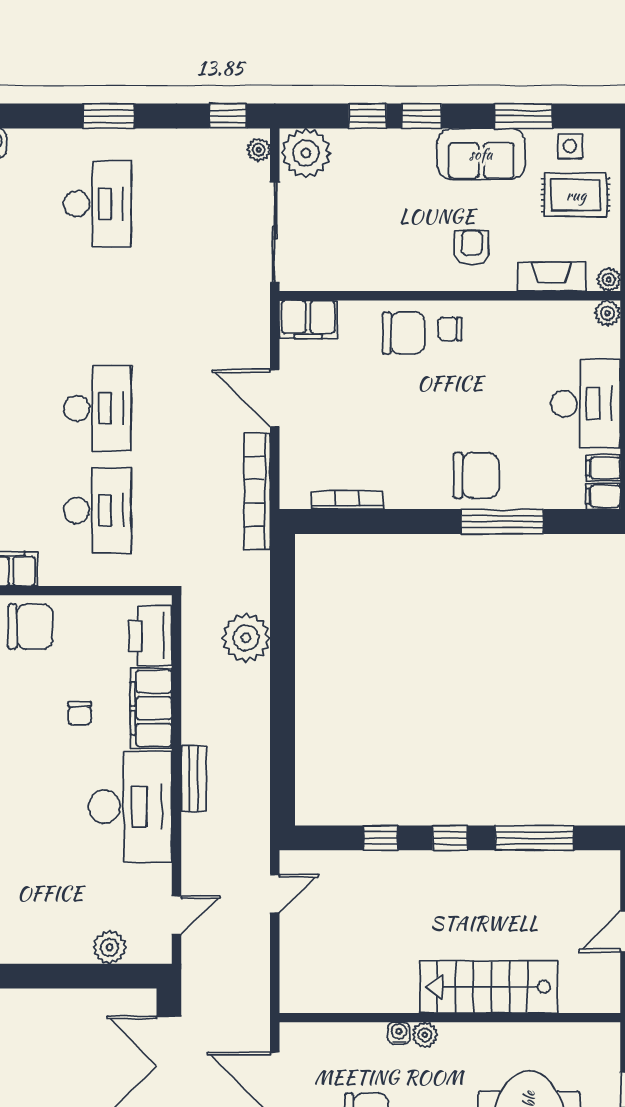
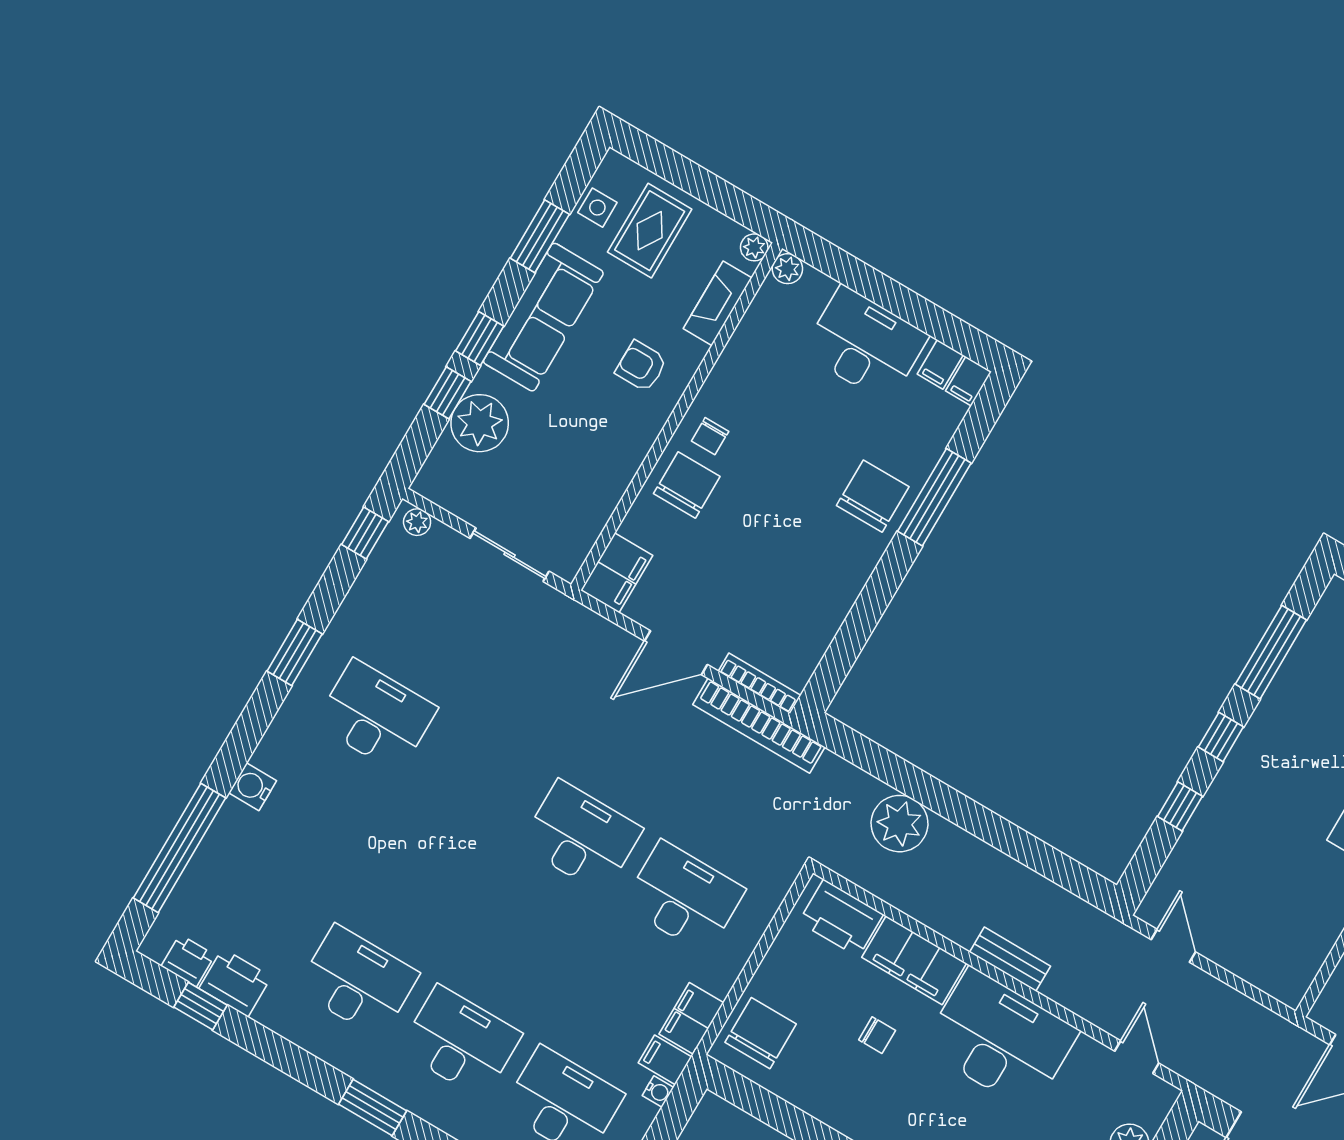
plant: (306, 153) -> (480, 423), moved
sofa: (481, 154) -> (543, 317), width x1.36
sliding door: (275, 232) -> (510, 555), width x0.73
bookcase: (347, 500) -> (760, 683), moved, turned 90

